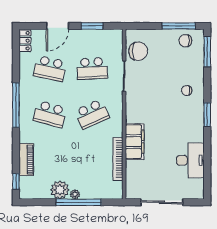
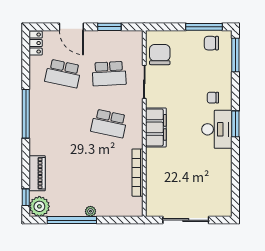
door: (57, 26) -> (71, 27), hinge flipped
chair: (138, 51) -> (160, 55), turned -90
school desk: (50, 114) -> (63, 123), removed
school desk: (92, 114) -> (109, 123), turned 36
filing cabinet: (135, 142) -> (156, 127), moved
desk: (190, 160) -> (217, 129), moved
plant: (60, 190) -> (39, 206), moved
window: (79, 202) -> (72, 220), moved

